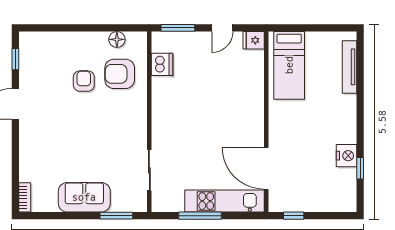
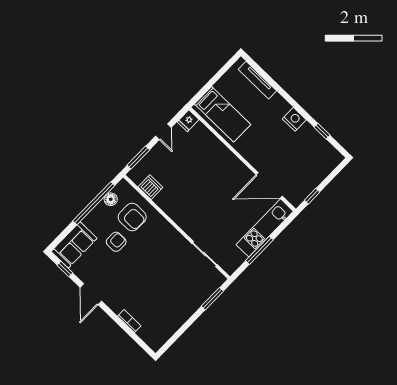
window: (99, 28) -> (94, 203), added
armchair: (120, 74) -> (132, 217), turned -90
armchair: (84, 81) -> (116, 242), turned 90
nightstand: (347, 156) -> (294, 119), moved
bookcase: (25, 197) -> (129, 321), moved
sofa: (84, 197) -> (74, 245), moved, turned 180

